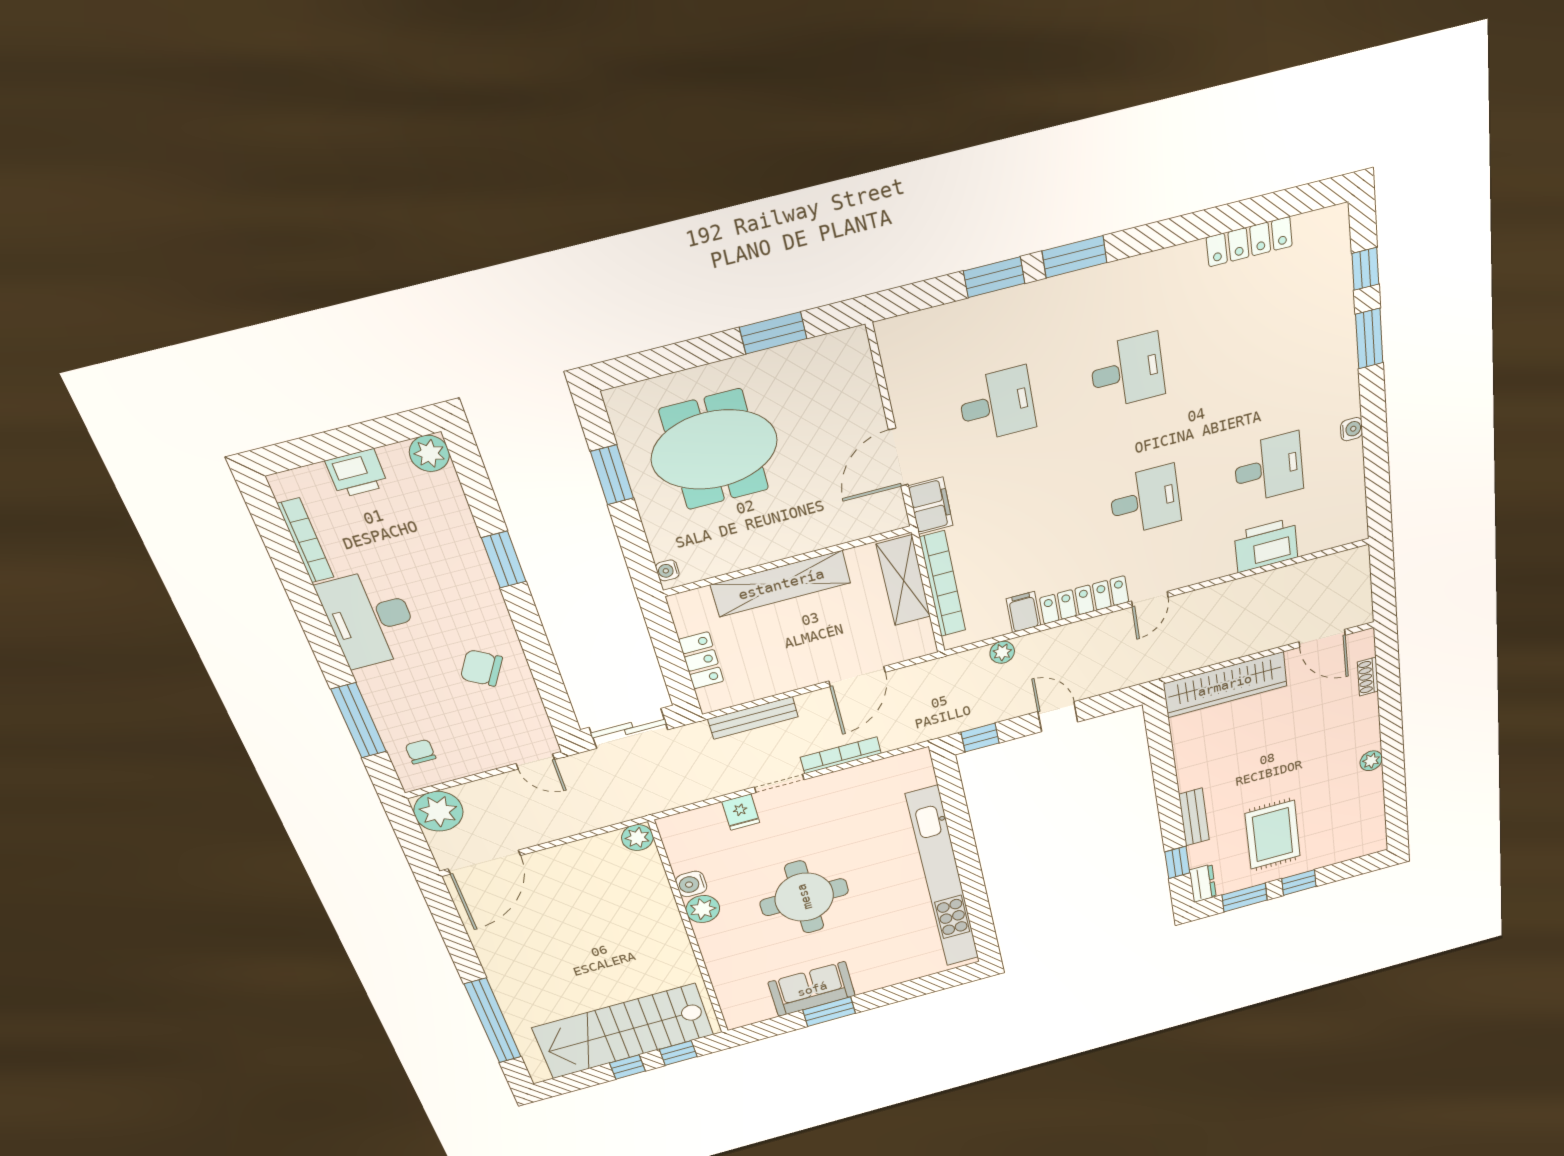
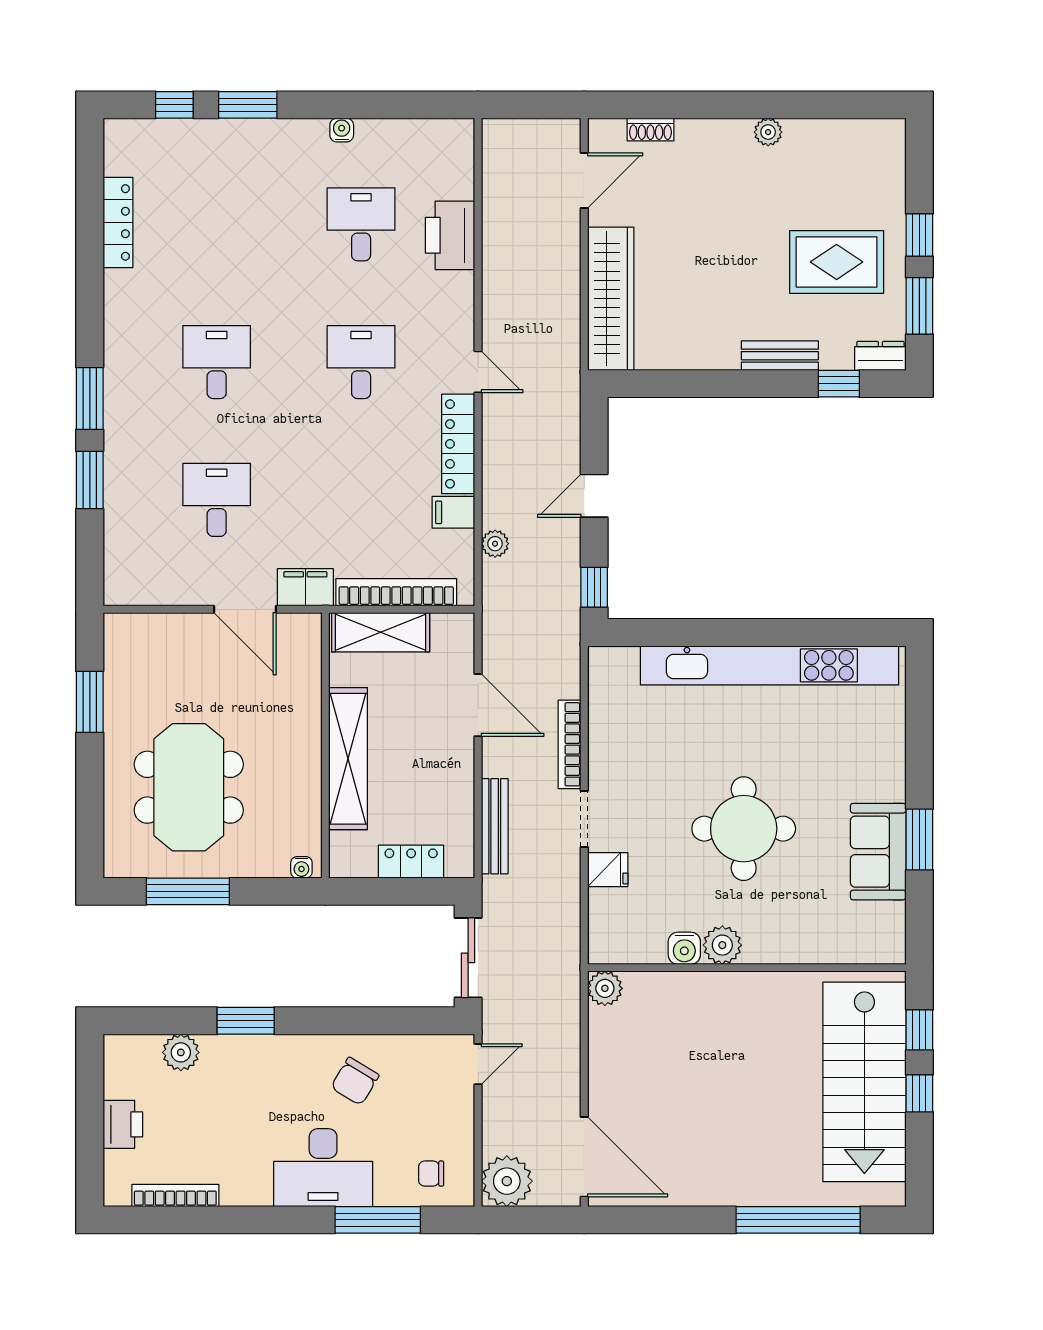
plant: (429, 453) -> (181, 1052), moved
window: (612, 475) -> (188, 891), width x1.44
desk: (370, 619) -> (323, 1168), moved

